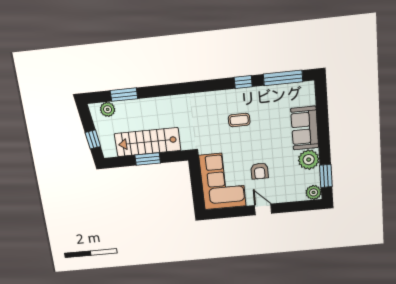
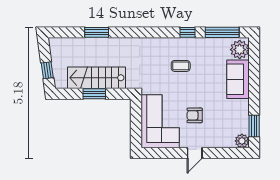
window: (124, 95) -> (97, 32), moved
plant: (108, 109) -> (65, 44), removed
plant: (309, 160) -> (240, 50), moved
armchair: (260, 171) -> (195, 115), turned 90
door: (263, 209) -> (195, 153), swing flipped

